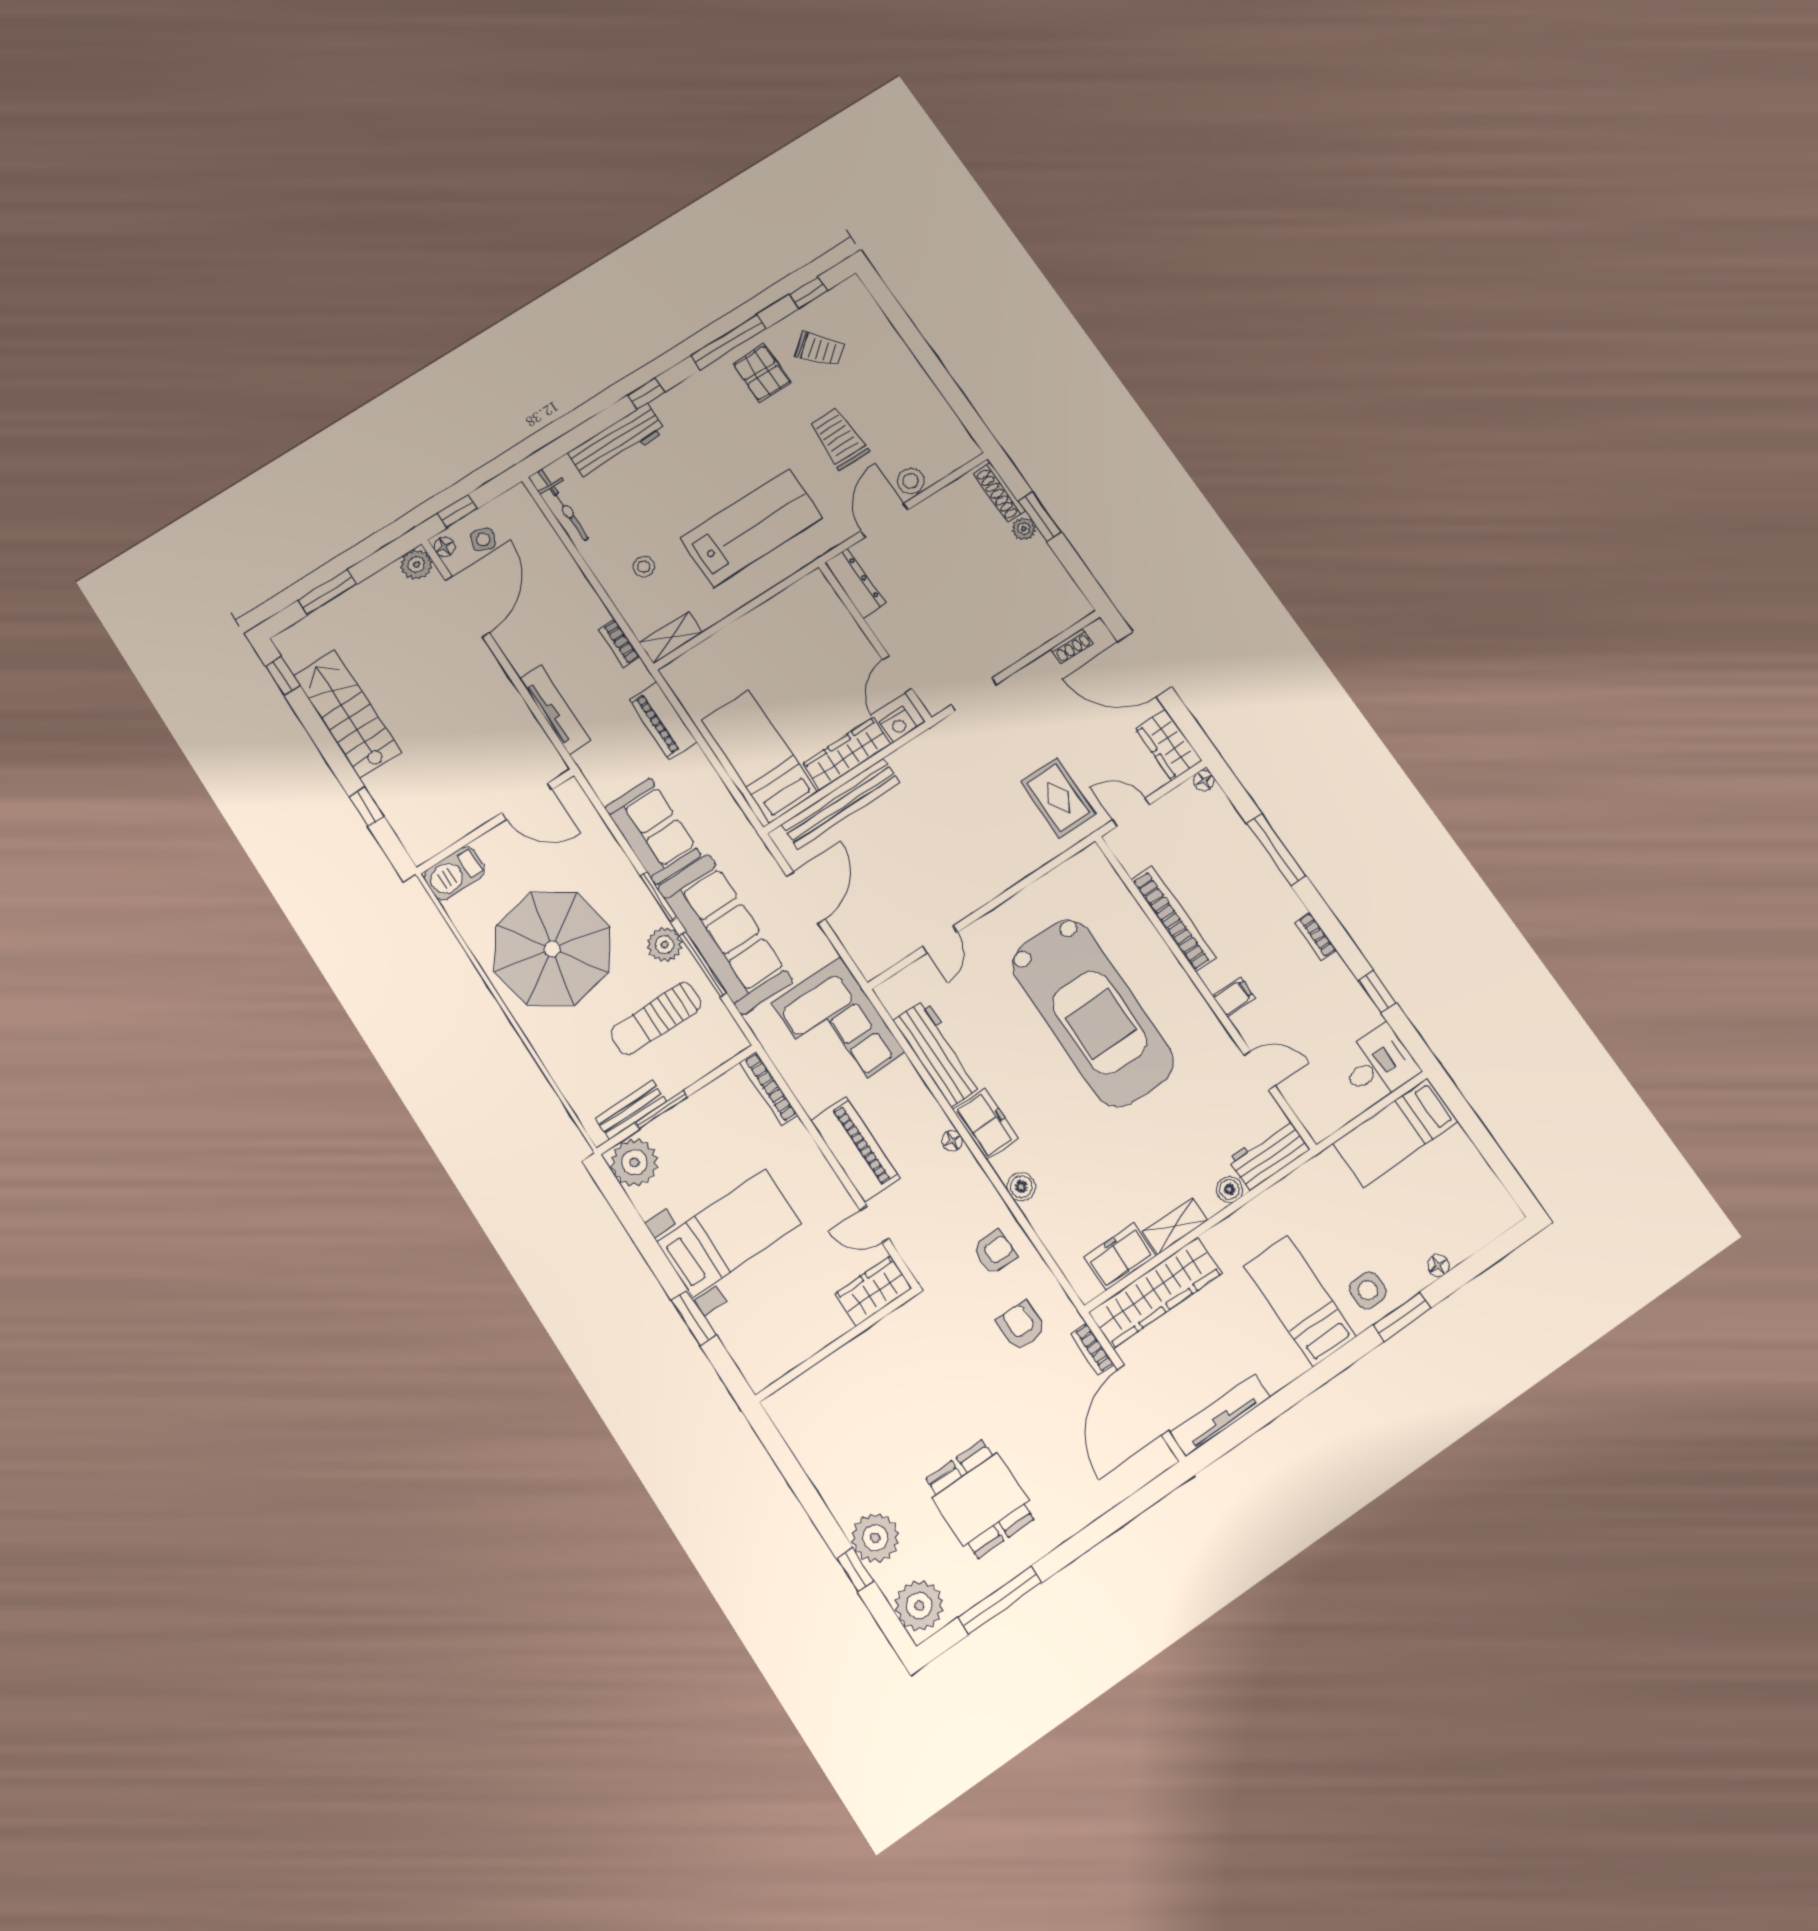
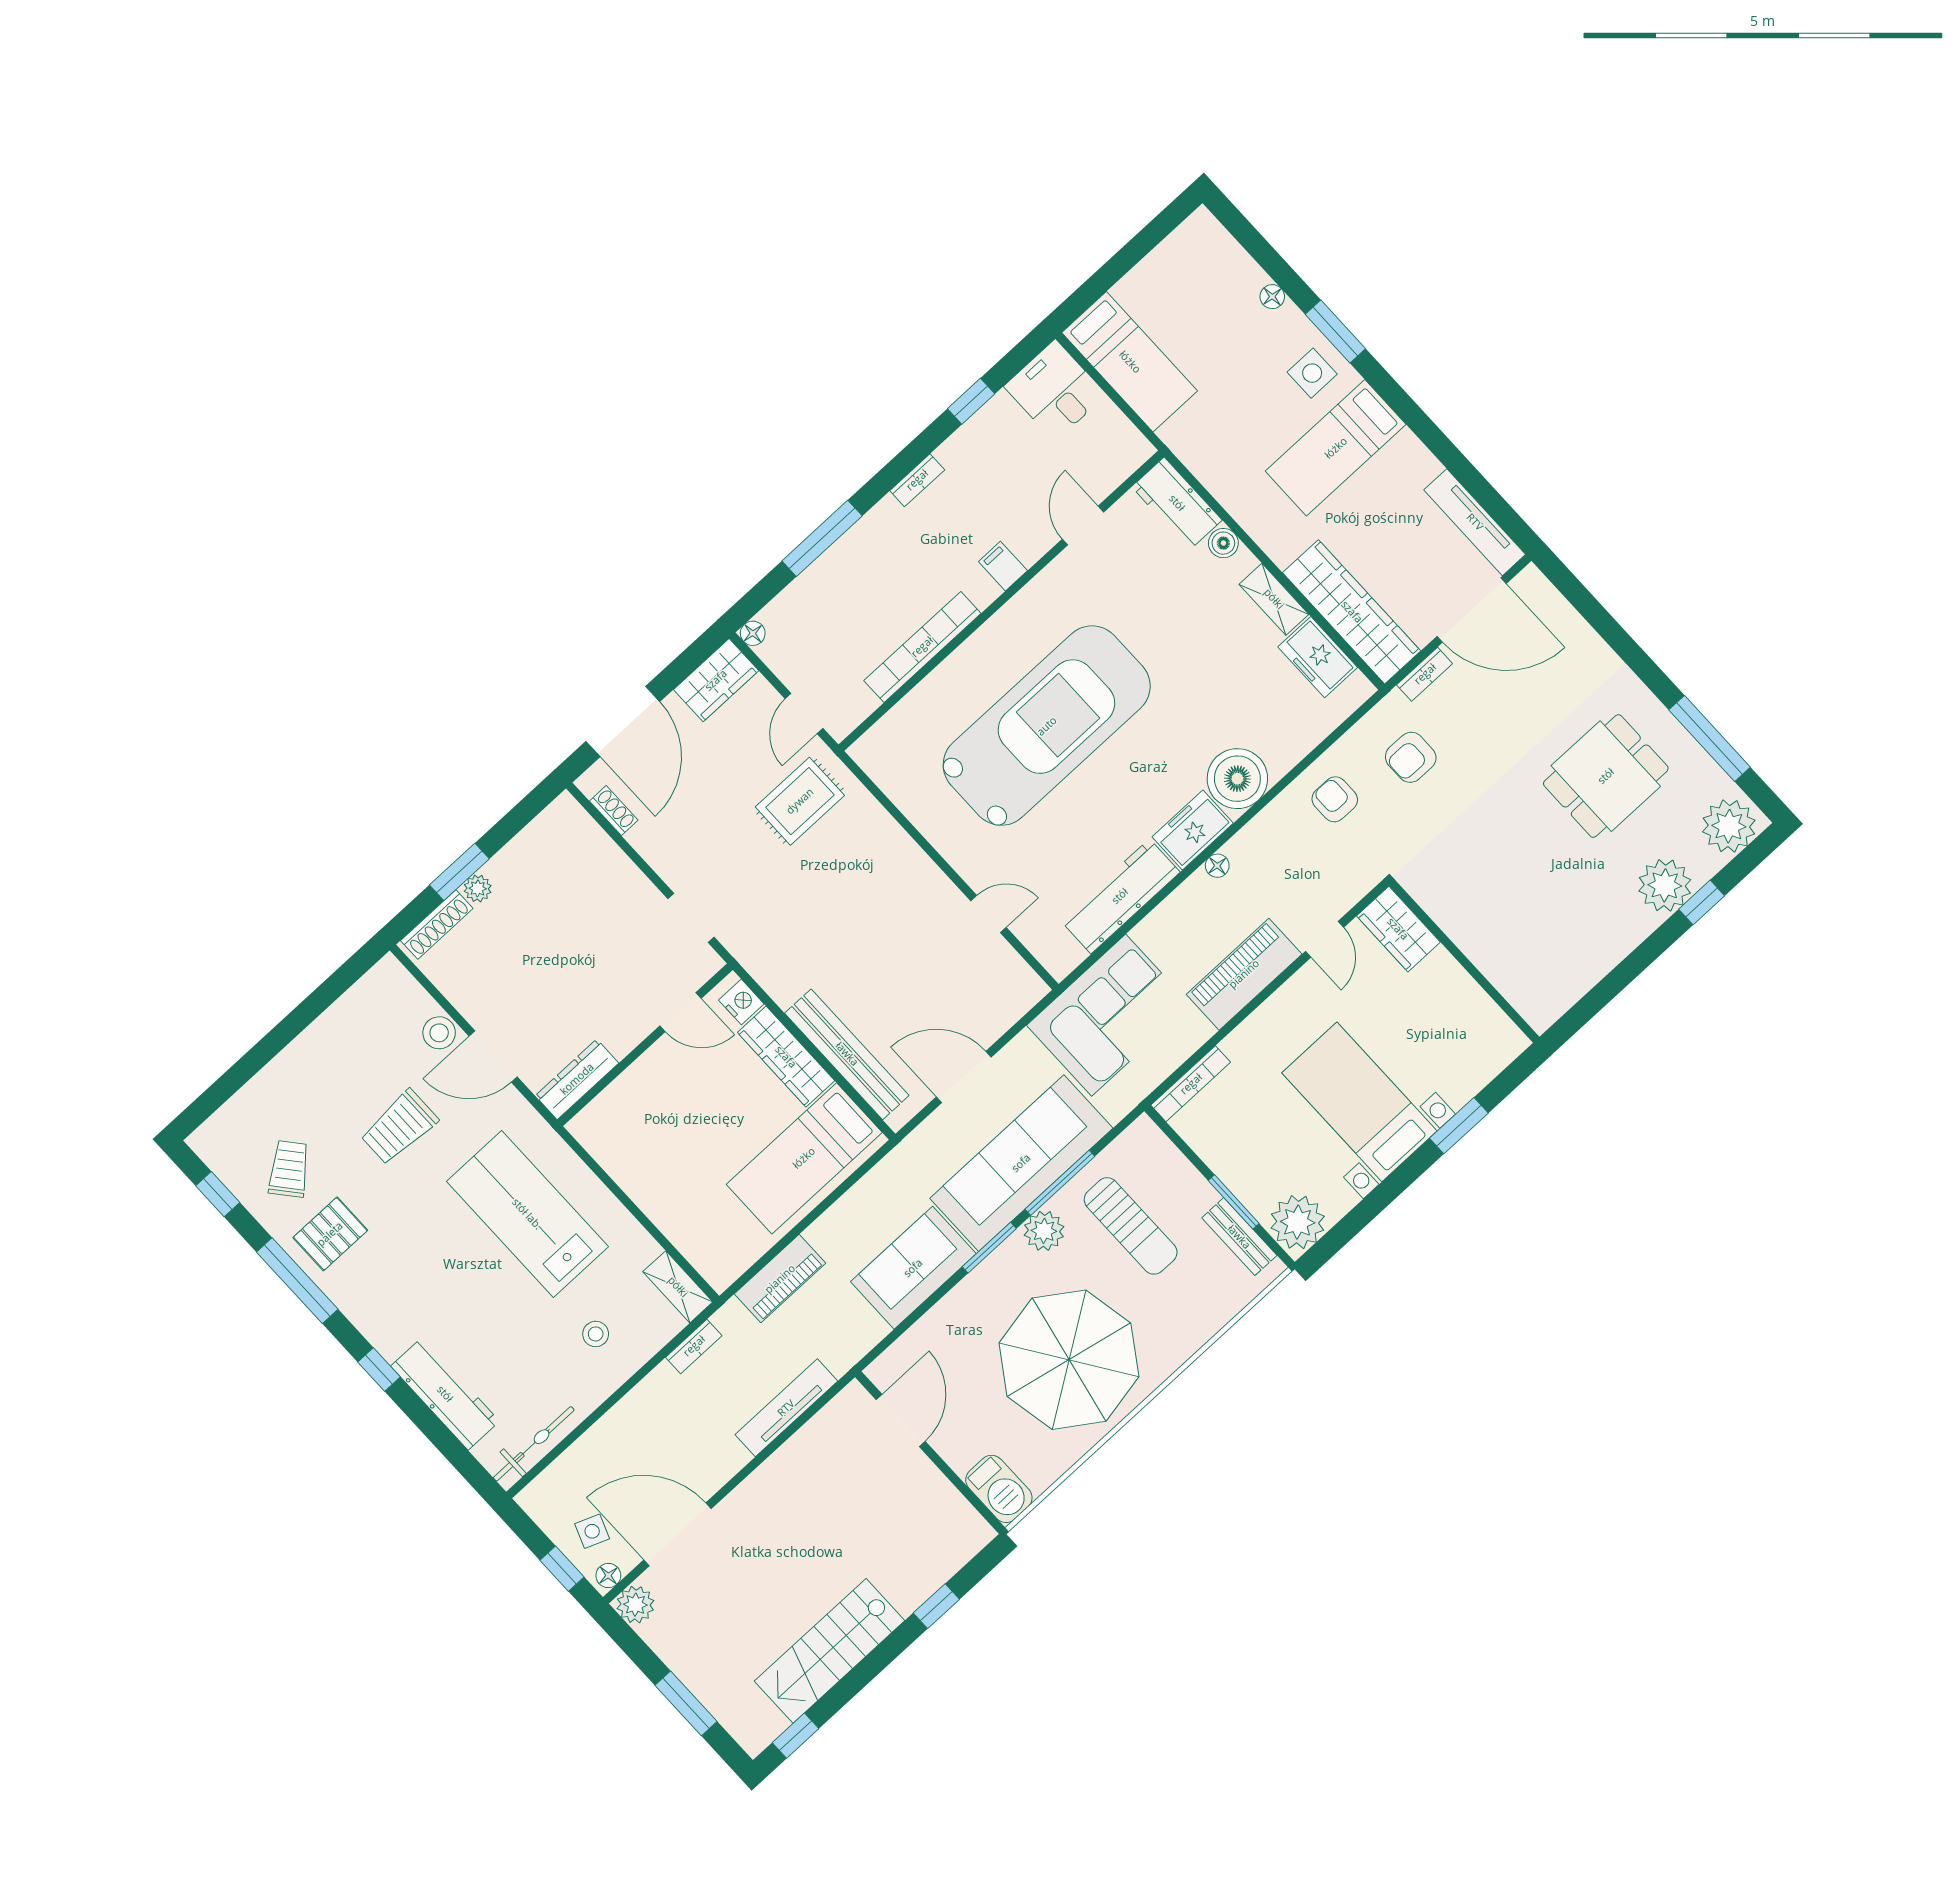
boiler: (1021, 1187) -> (1237, 779), width x1.86, depth x1.86

